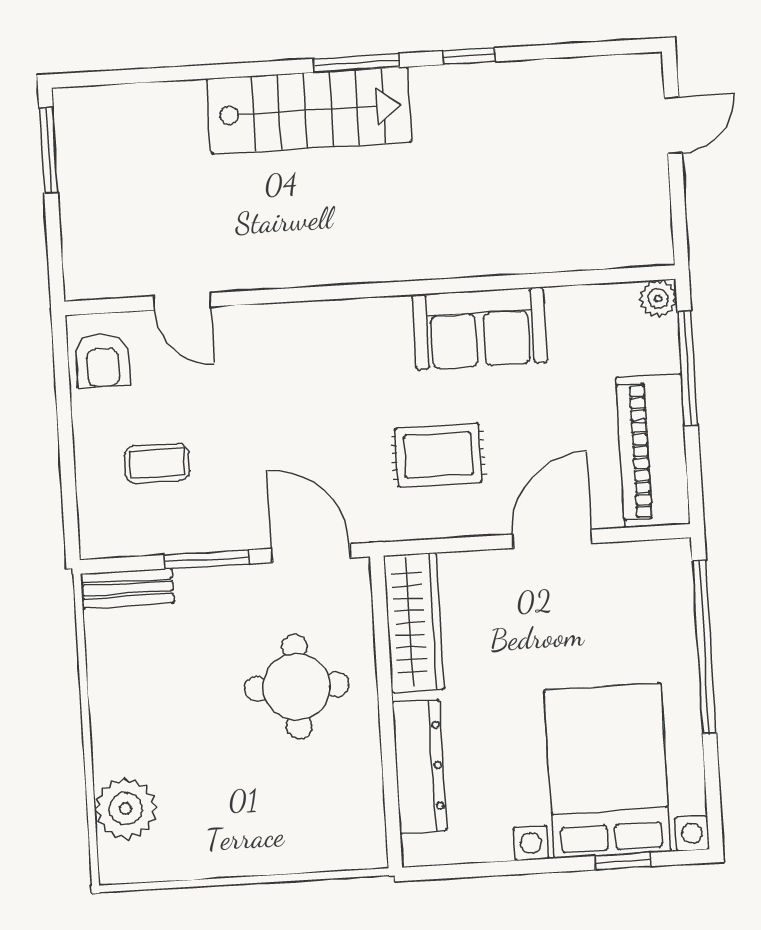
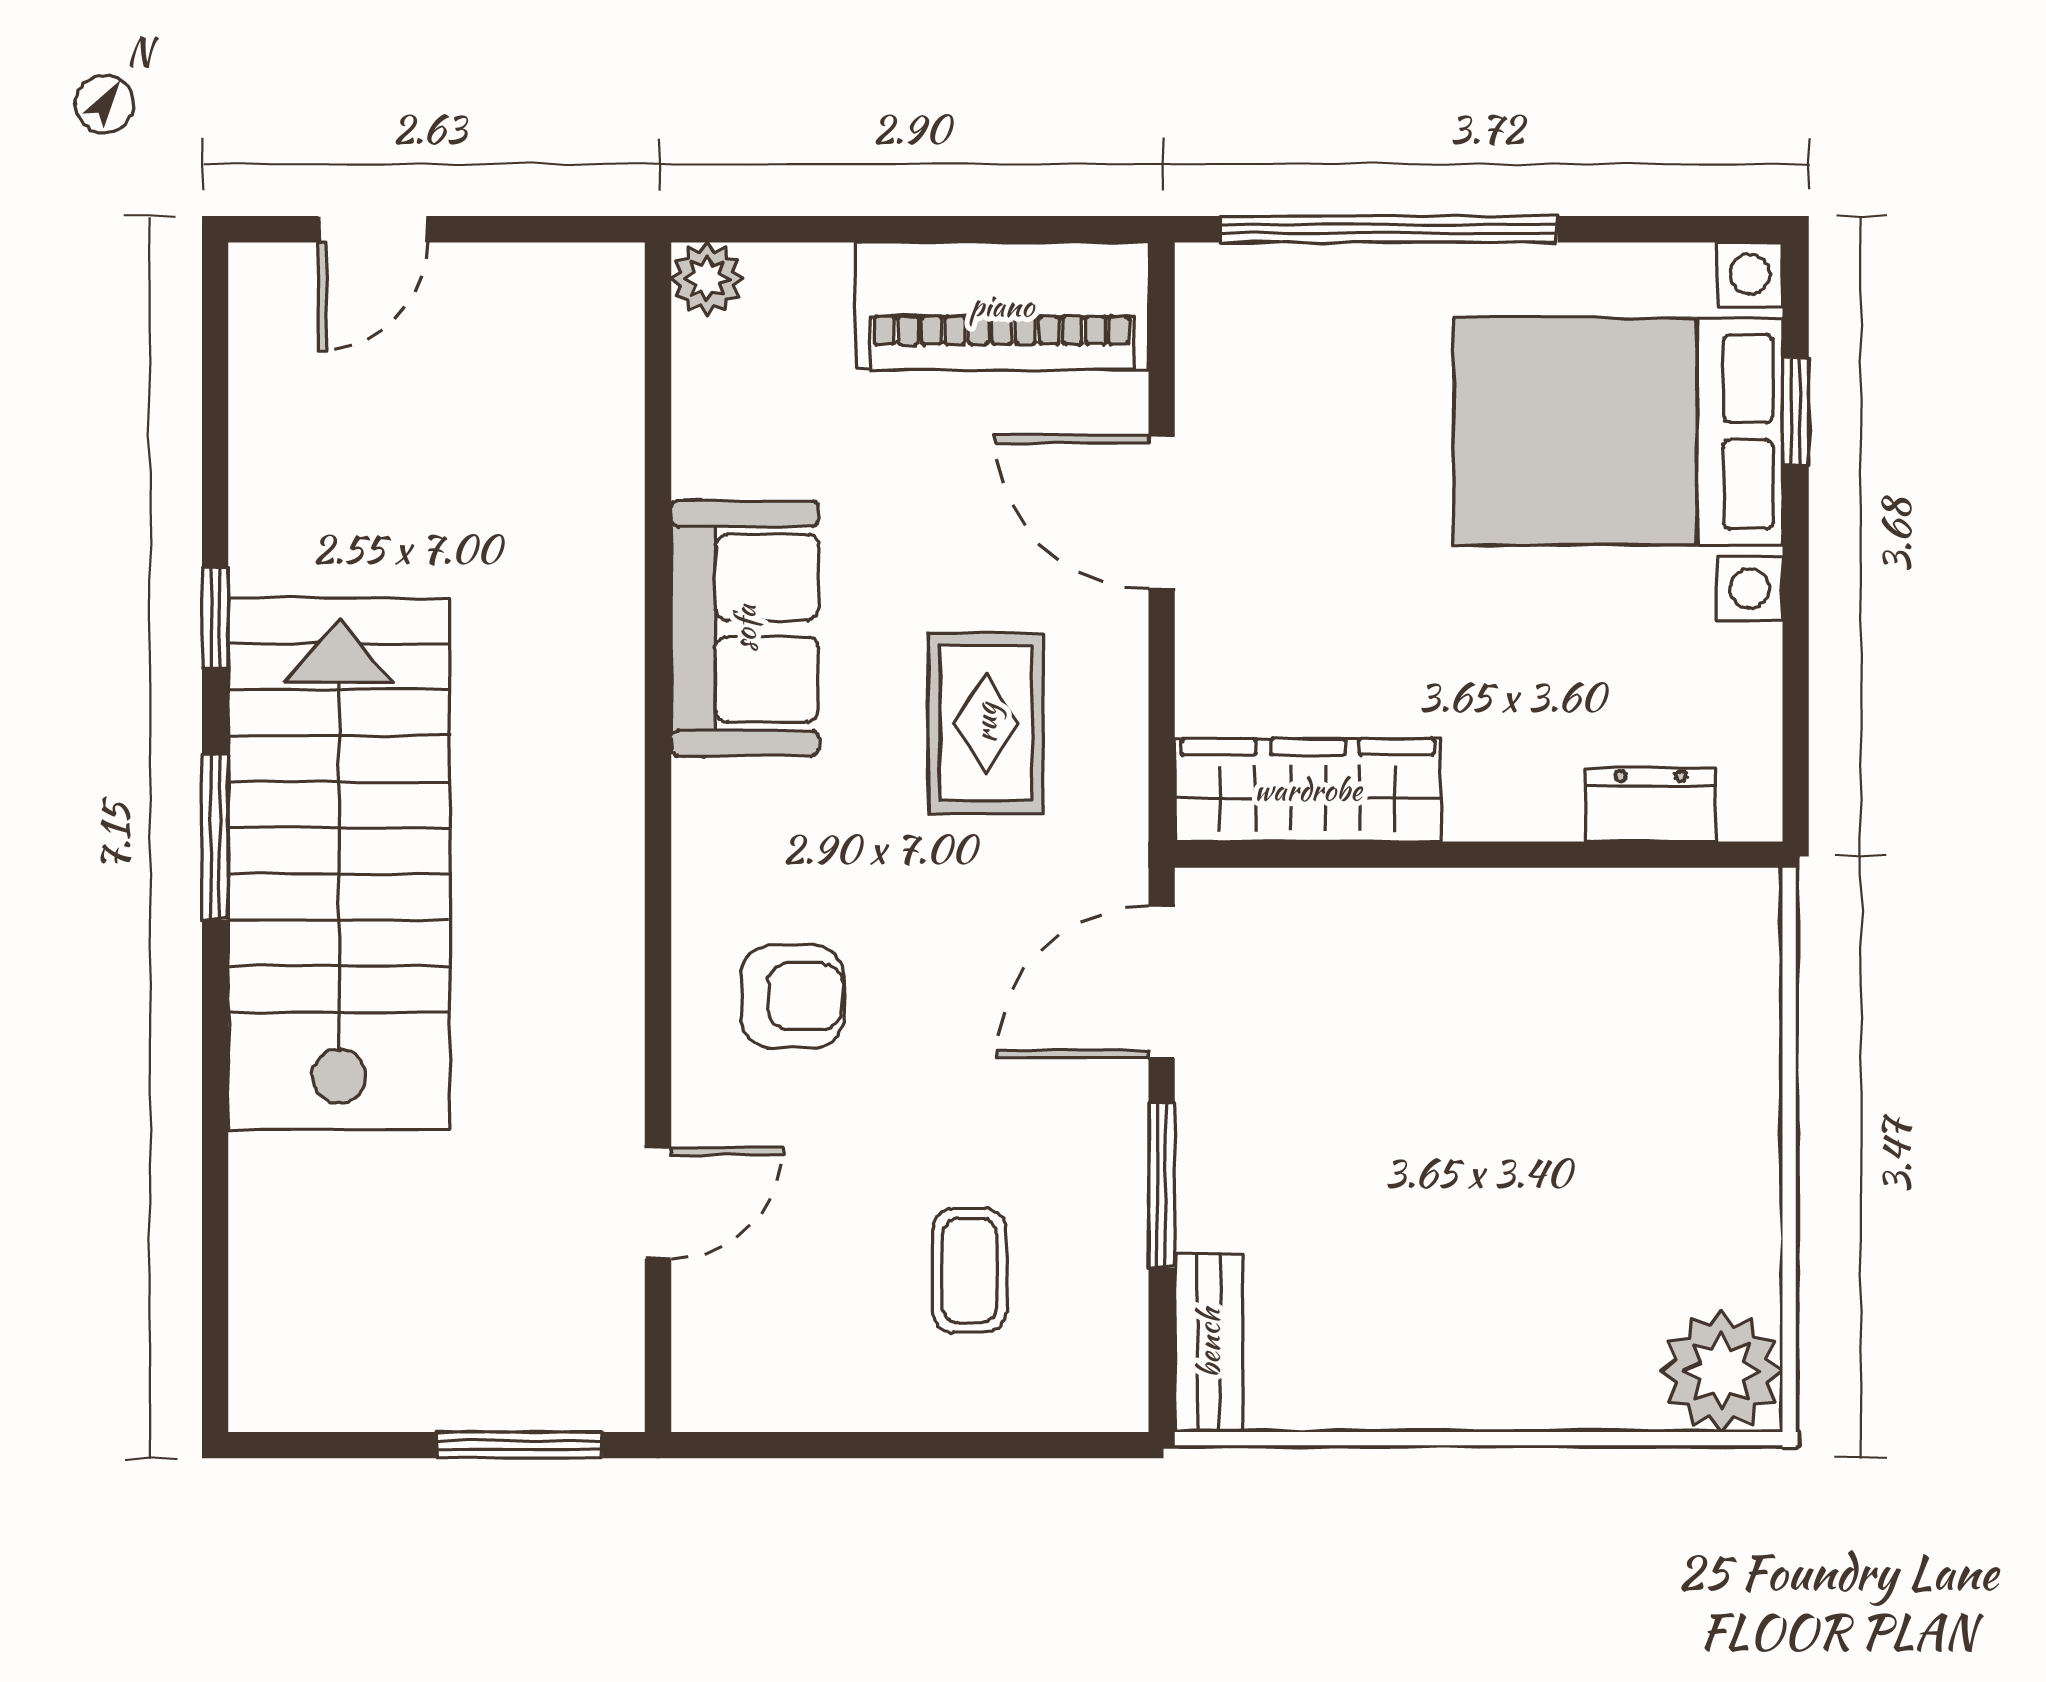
stairs: (309, 110) -> (339, 864), width x1.36, depth x1.51
door: (673, 125) -> (373, 229), swing flipped
window: (49, 150) -> (519, 1445), moved
armchair: (103, 360) -> (793, 996), moved
window: (688, 368) -> (846, 229), removed
round table: (297, 687) -> (1419, 1025), removed
dresser: (420, 766) -> (1651, 805), width x0.51, depth x0.80
plant: (126, 809) -> (1722, 1371), moved

